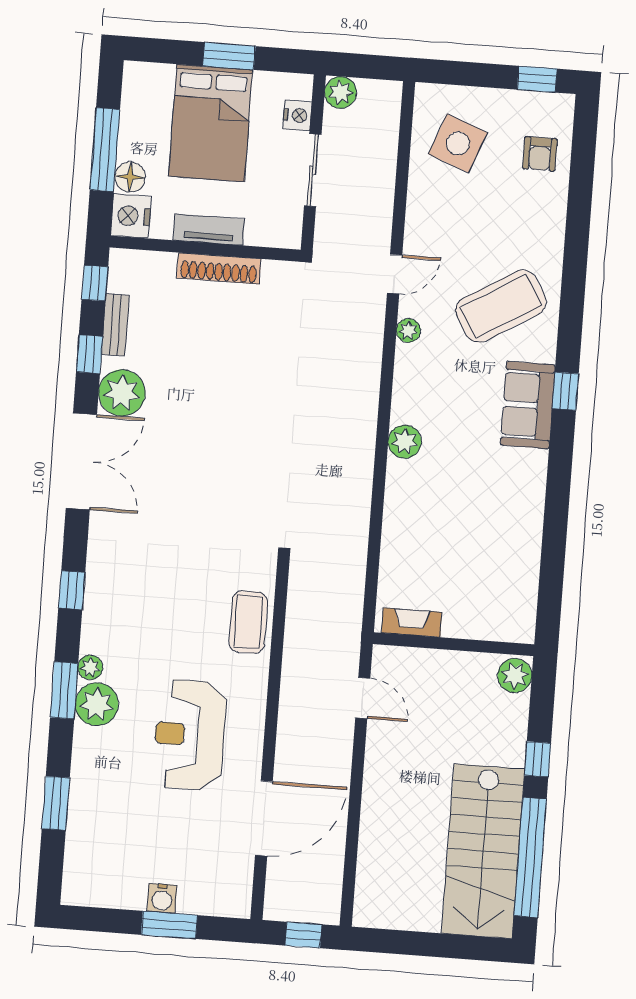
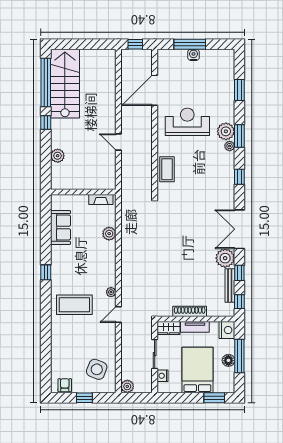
window: (229, 56) -> (214, 398), moved
window: (537, 79) -> (84, 398), moved
plant: (341, 92) -> (127, 386), moved
armchair: (540, 154) -> (65, 385), moved
floor lamp: (130, 177) -> (228, 360), moved
wardrobe: (274, 232) -> (168, 328), added
coffee table: (501, 306) -> (74, 305), turned 31
bench: (115, 325) -> (230, 285), width x1.36
sofa: (528, 405) -> (60, 227), moved
plant: (405, 442) -> (109, 234), moved
fireplace: (412, 622) -> (101, 199), moved
wall: (454, 644) -> (83, 192), moved
reception desk: (190, 735) -> (187, 122), turned -90
window: (169, 925) -> (190, 44), width x1.44

